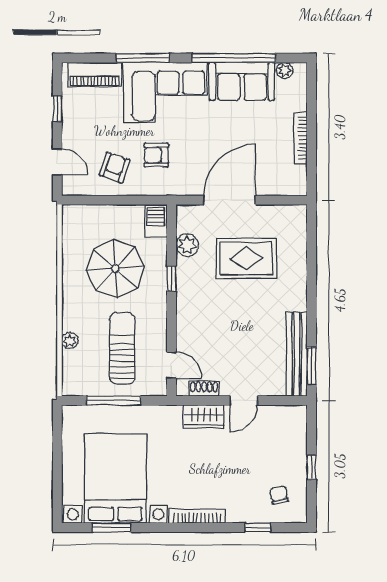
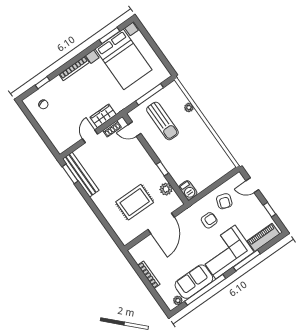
parasol: (115, 268) -> (191, 155), removed
window: (311, 467) -> (37, 128), removed

